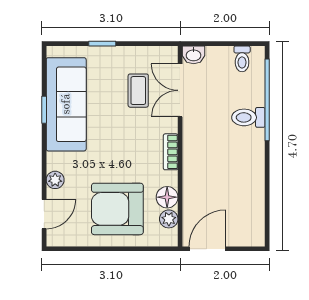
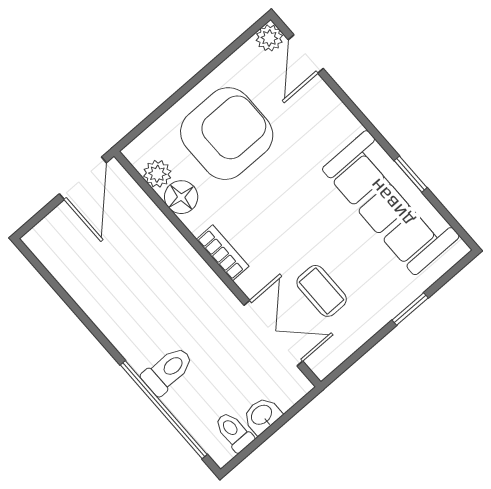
washbasin: (194, 55) -> (262, 415), moved
plant: (55, 180) -> (269, 38), moved

